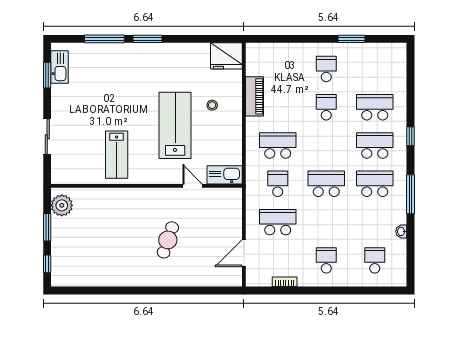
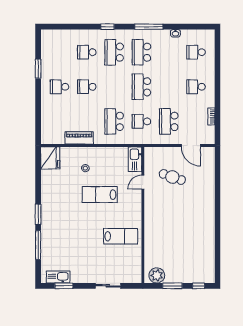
school desk: (375, 107) -> (87, 52), width x0.54
lab bench: (175, 125) -> (100, 195), width x0.73, depth x0.72
cafe table: (168, 240) -> (172, 177), moved

